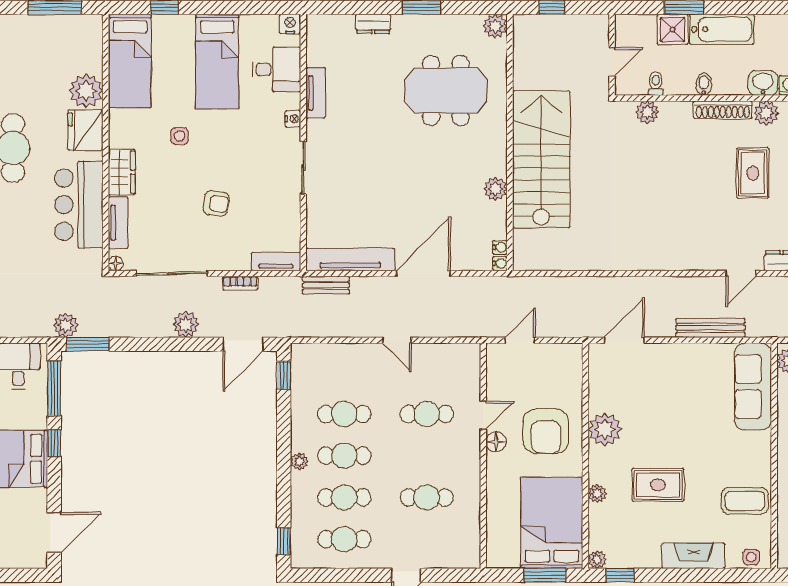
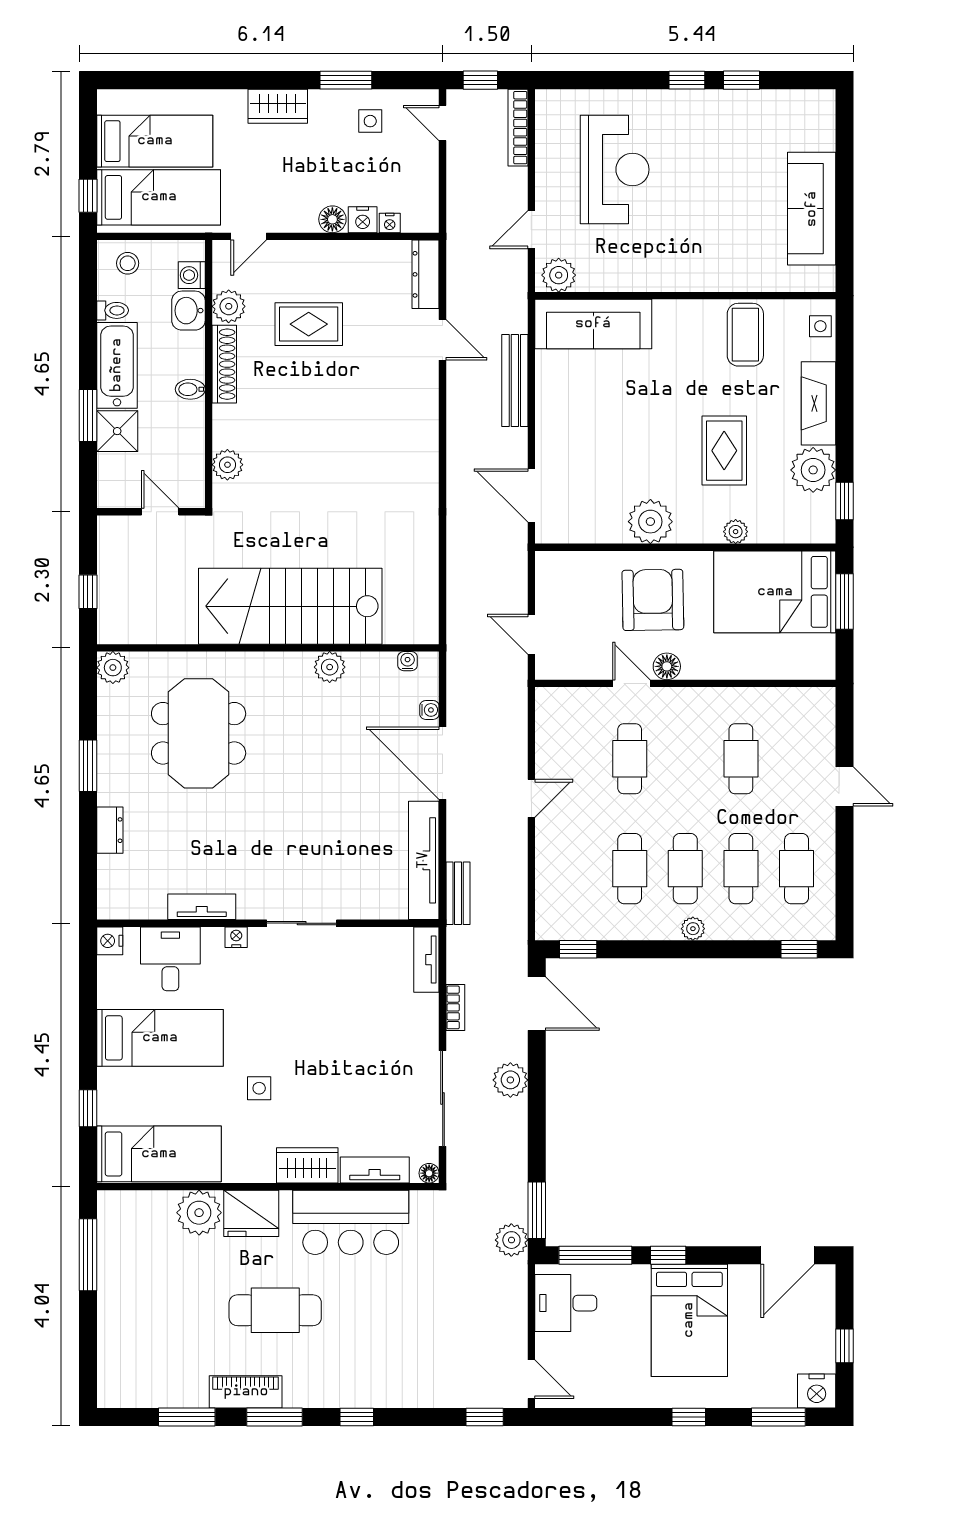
toilet: (656, 84) -> (113, 310), moved, turned 180
armchair: (216, 203) -> (349, 1039), removed
water cooler: (500, 263) -> (429, 710), moved, turned 90
armchair: (546, 431) -> (653, 600), turned -91
door: (54, 533) -> (788, 1255), swing flipped
plant: (597, 559) -> (813, 470), moved, width x1.88, depth x1.88

